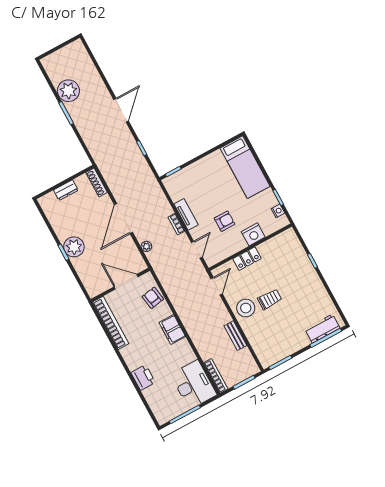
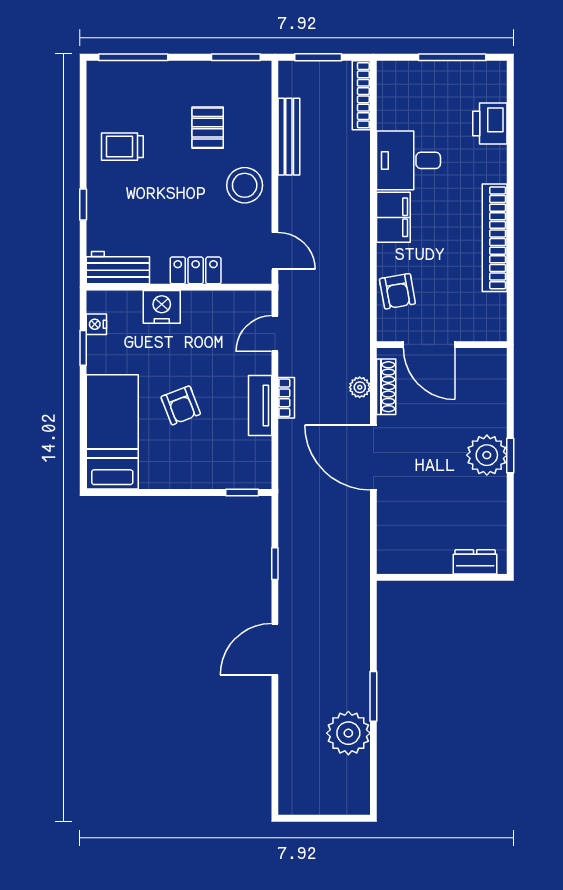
shoe rack: (97, 182) -> (386, 387), moved
dresser: (66, 190) -> (475, 562), moved
door: (124, 219) -> (373, 457), swing flipped
armchair: (225, 221) -> (181, 405), moved, turned -111
door: (217, 286) -> (275, 251), swing flipped
trolley: (270, 299) -> (122, 147), moved
bookcase: (111, 323) -> (495, 238), moved
pallet: (276, 325) -> (208, 128), added
workbench: (322, 329) -> (118, 268), moved, turned 180
bench: (235, 336) -> (289, 137), width x1.36
printer: (143, 378) -> (490, 124), moved
desk: (194, 385) -> (408, 160), moved, width x0.73

